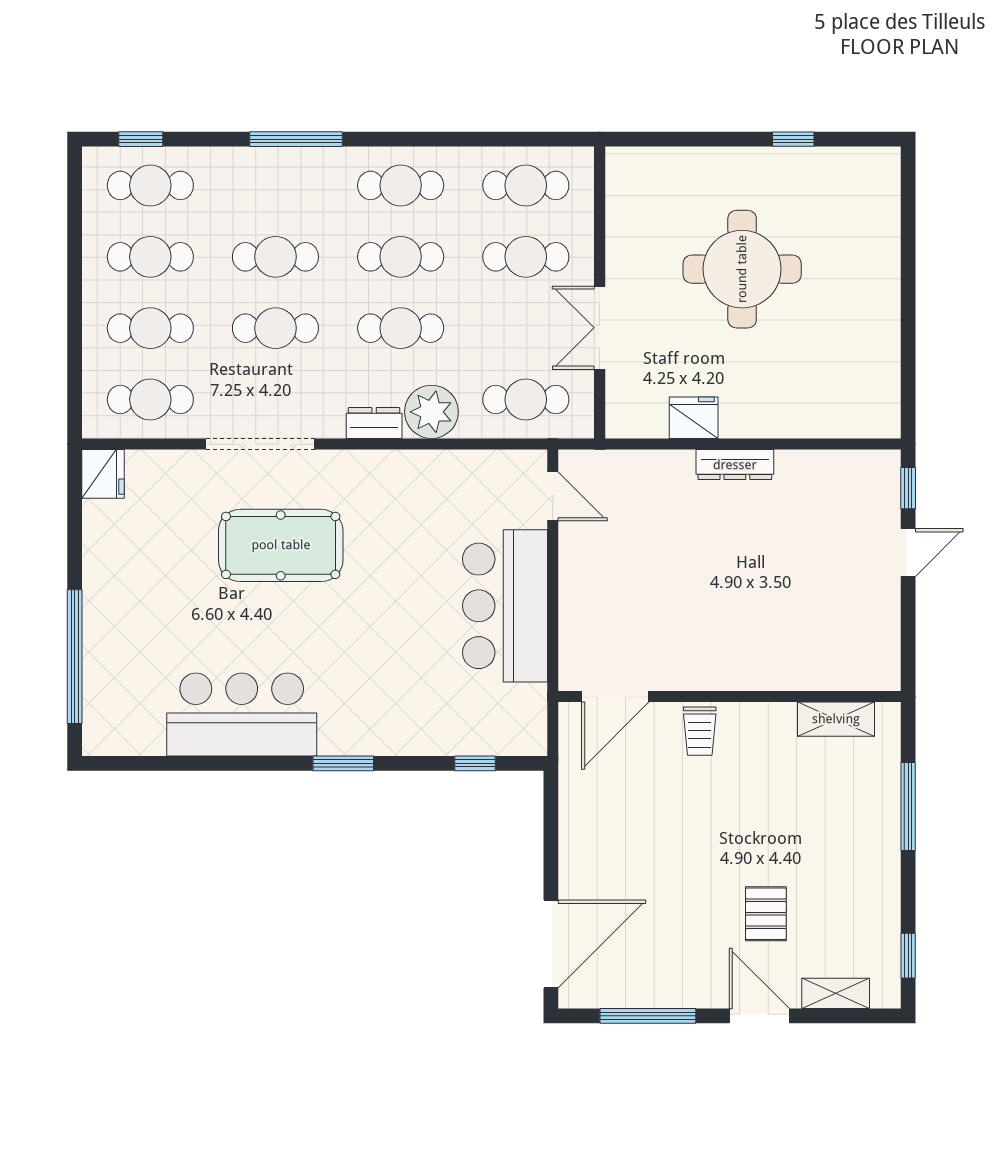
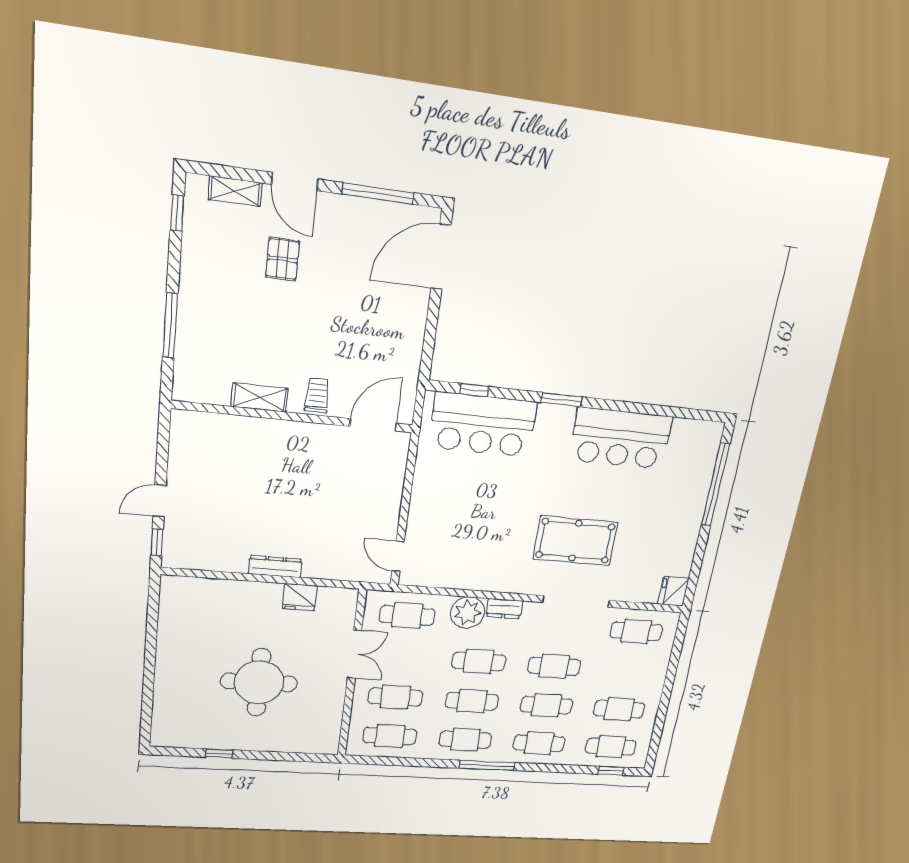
window: (296, 139) -> (487, 765), moved
cafe table: (150, 328) -> (539, 743), moved
bar counter: (505, 606) -> (483, 425), moved, turned 90
shelving: (836, 719) -> (260, 398), moved

